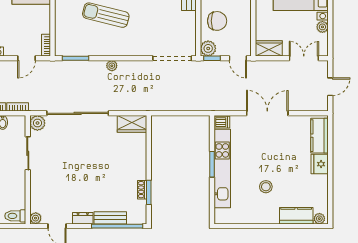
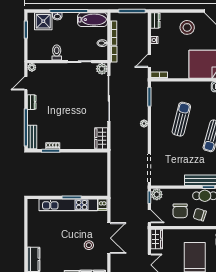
chair: (217, 21) -> (180, 211), moved
door: (27, 58) -> (149, 61), hinge flipped
door: (238, 58) -> (149, 216), swing flipped
stool: (266, 187) -> (89, 245), moved
toilet: (15, 216) -> (57, 52), moved
bench: (110, 218) -> (32, 137), moved

